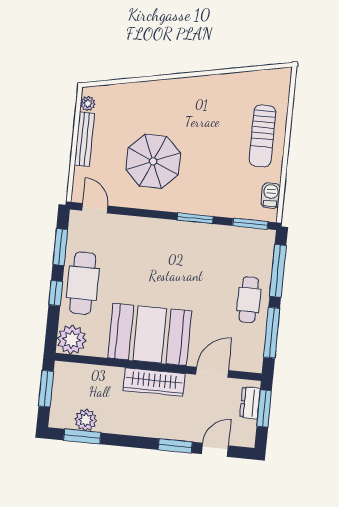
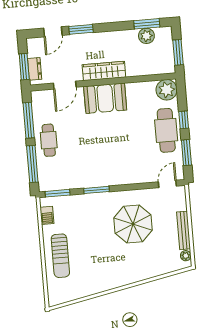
sun lounger: (262, 136) -> (60, 256), turned 180
door: (95, 208) -> (167, 184), swing flipped
booth: (150, 334) -> (105, 98), width x0.73, depth x0.70

